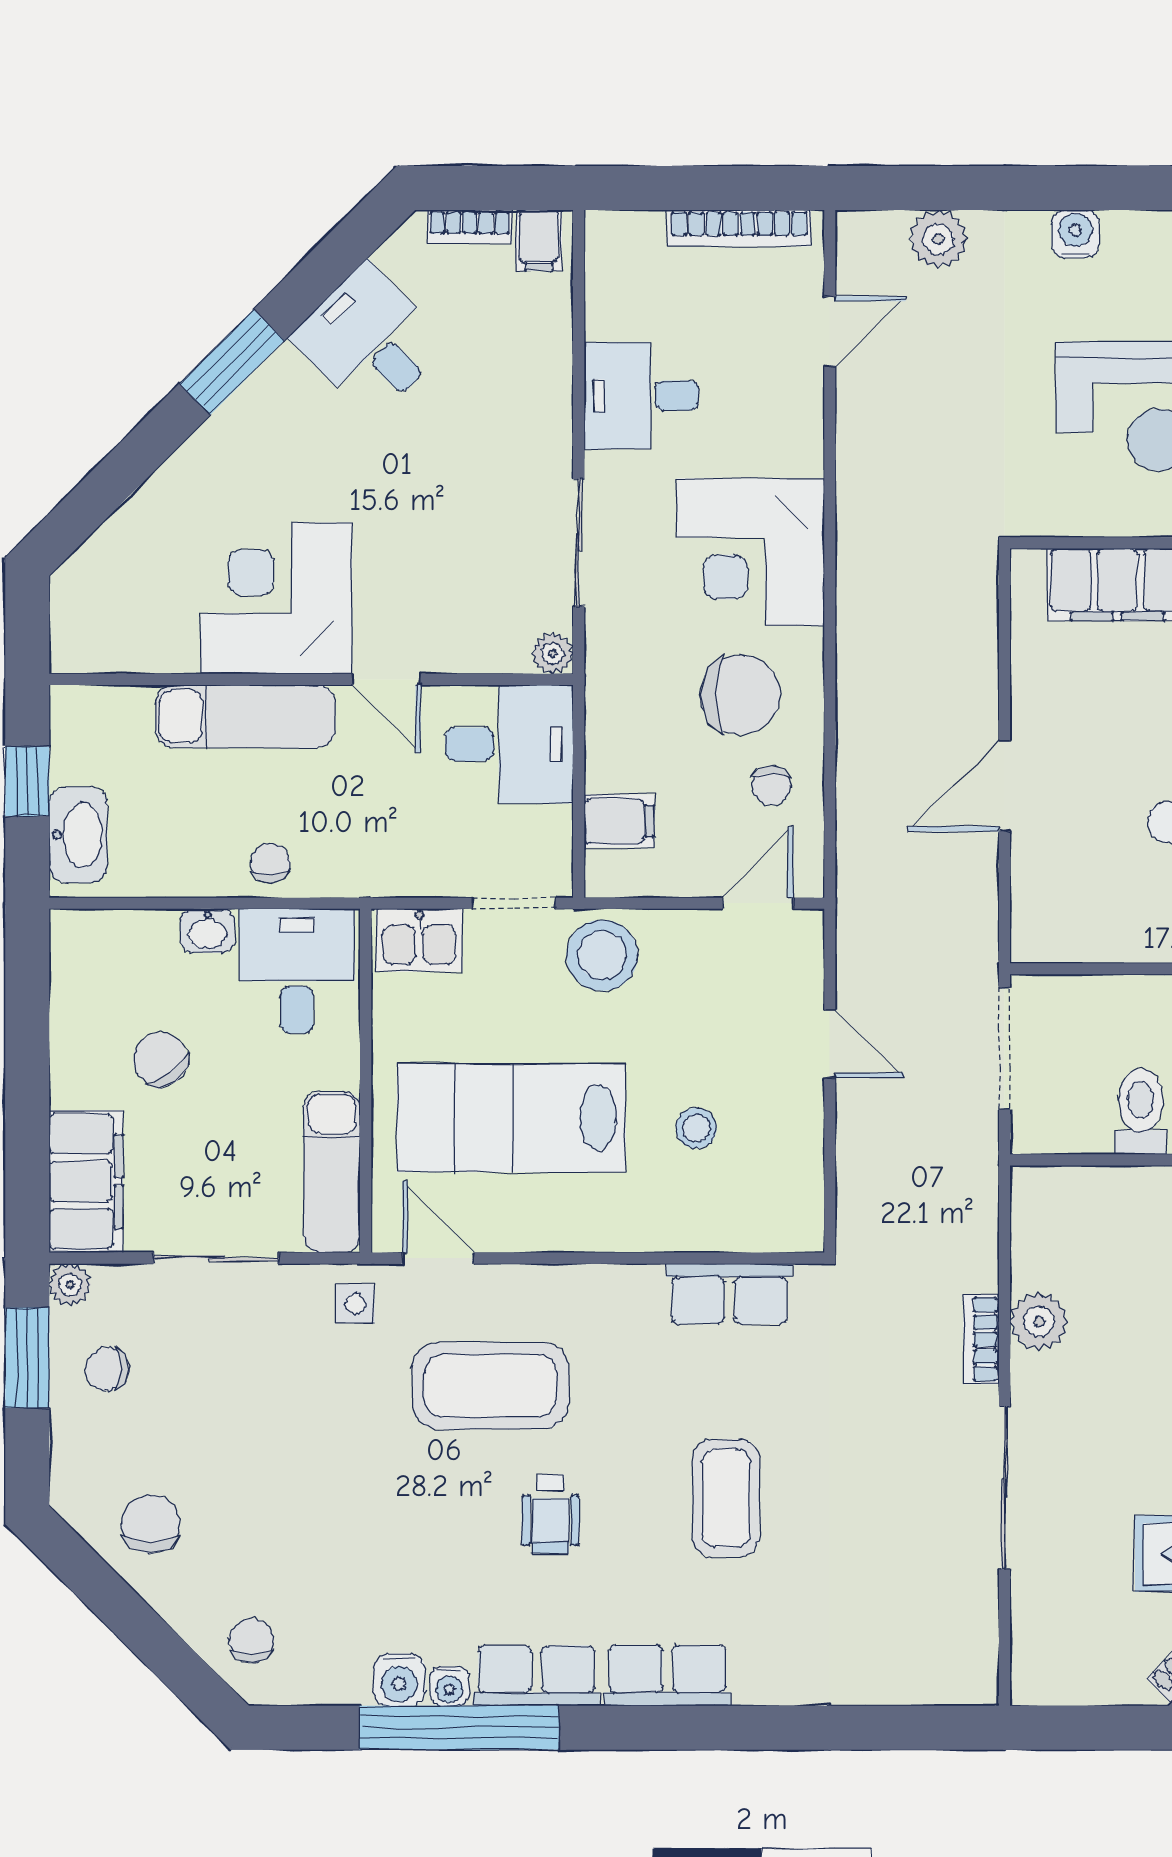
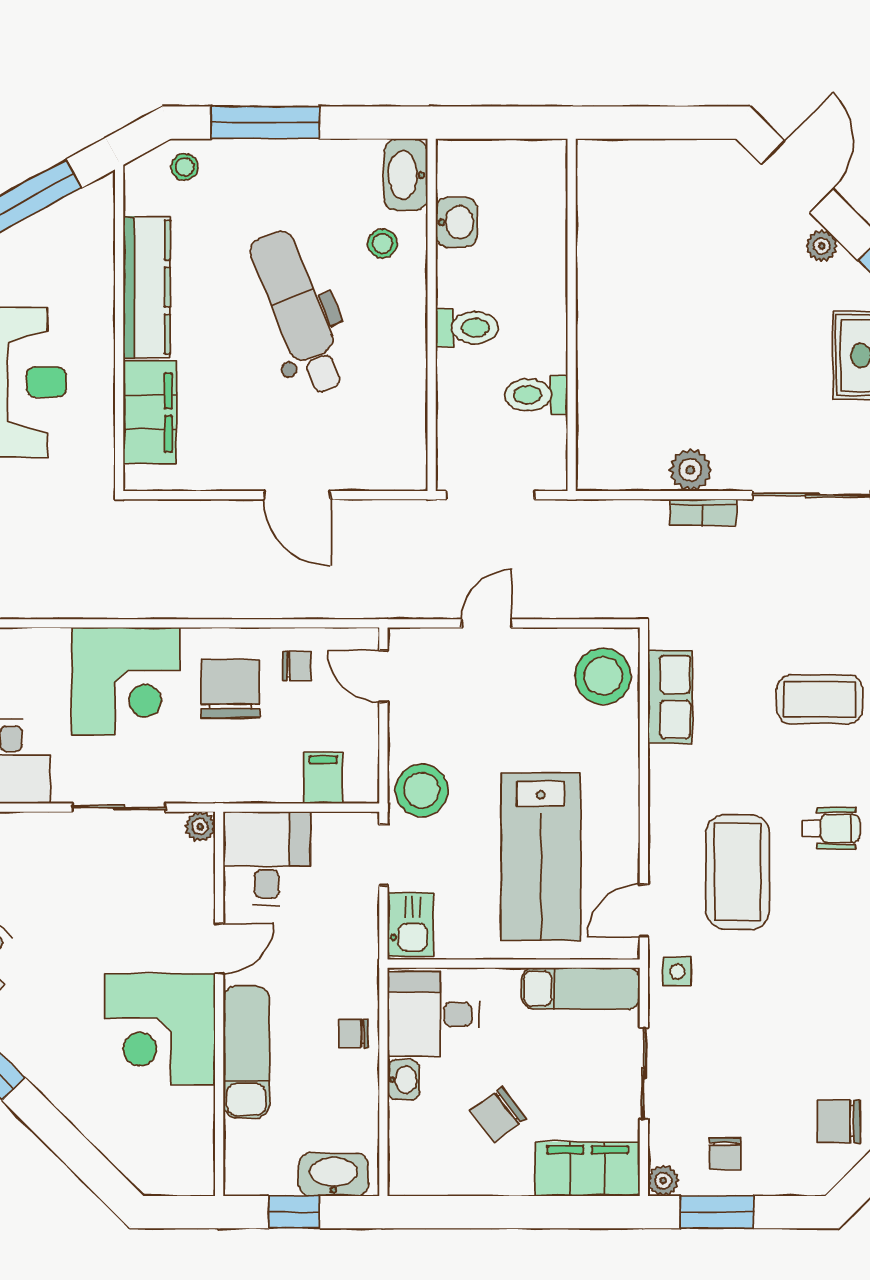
stool: (696, 1128) -> (603, 676), moved, width x1.89, depth x1.89

